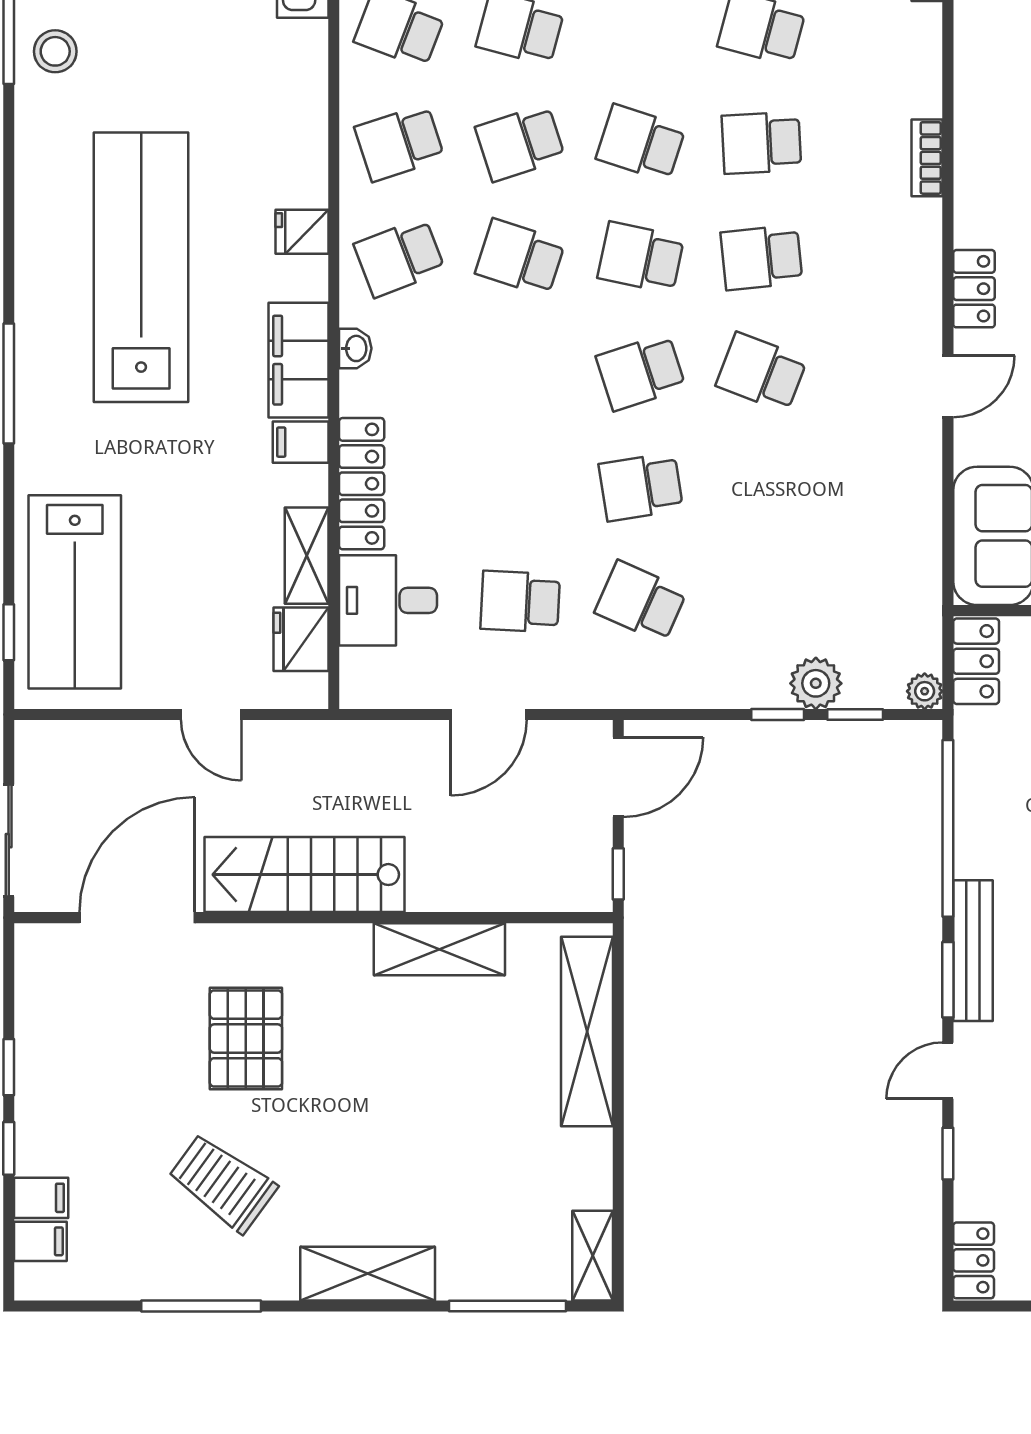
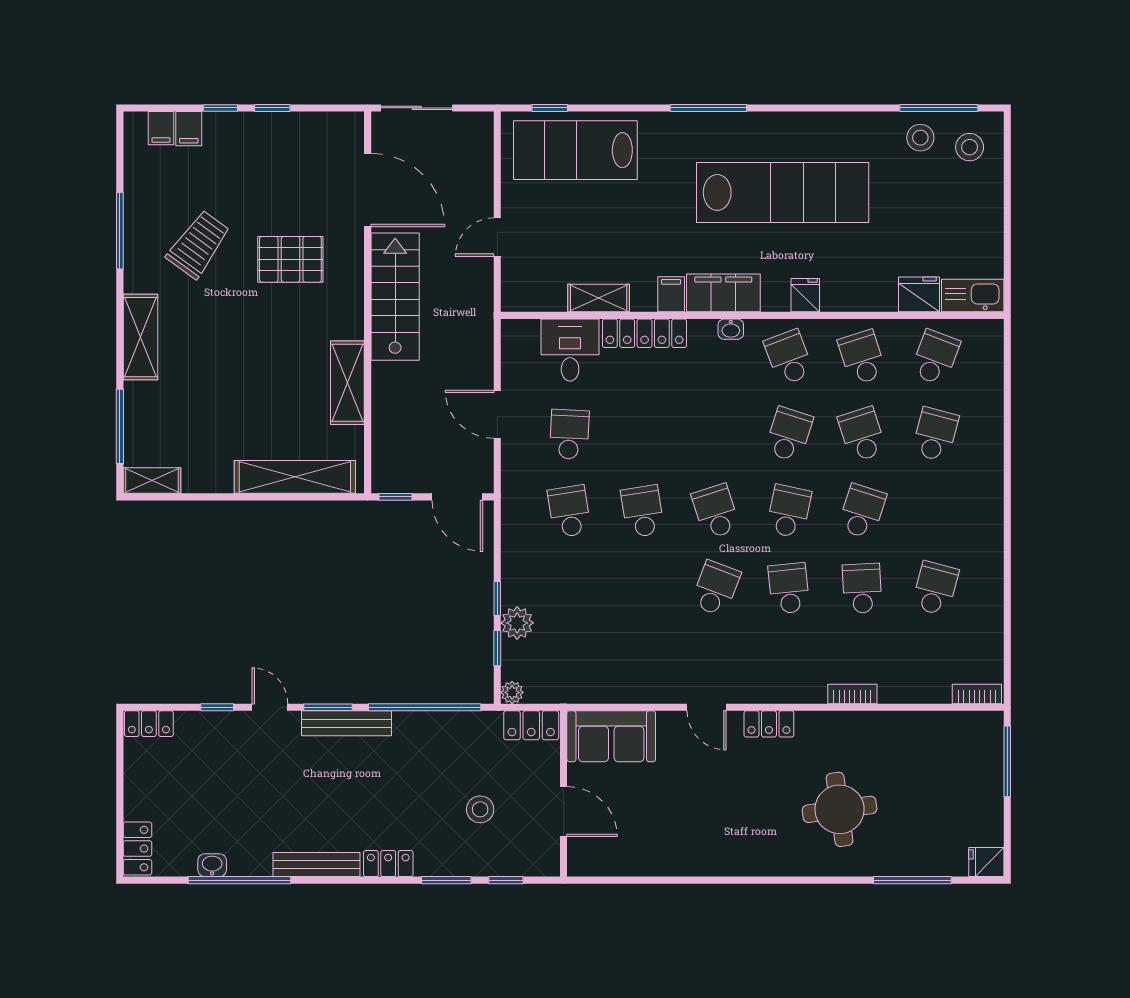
school desk: (641, 602) -> (569, 511), turned -33
fridge: (301, 639) -> (919, 294), moved

